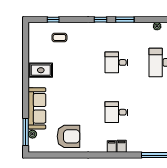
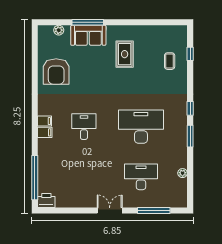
desk: (117, 62) -> (141, 127), width x1.87, depth x1.30
rug: (41, 70) -> (125, 54), moved
sofa: (37, 108) -> (88, 35), width x0.73
window: (26, 132) -> (88, 22), moved

